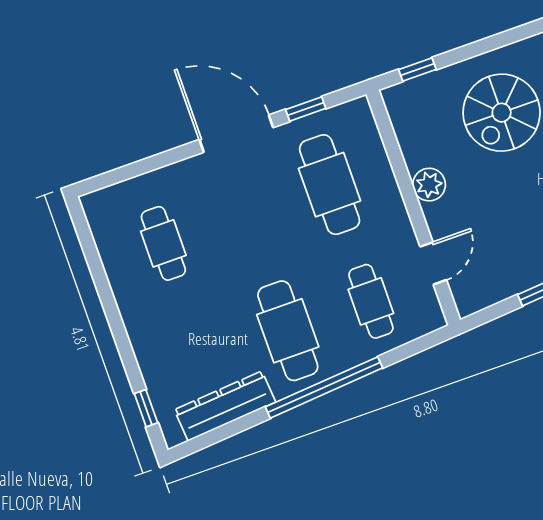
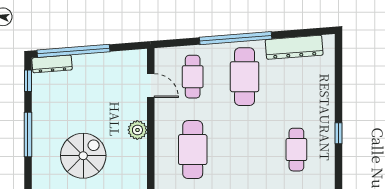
door: (433, 263) -> (151, 86), swing flipped
window: (146, 408) -> (338, 133), moved

